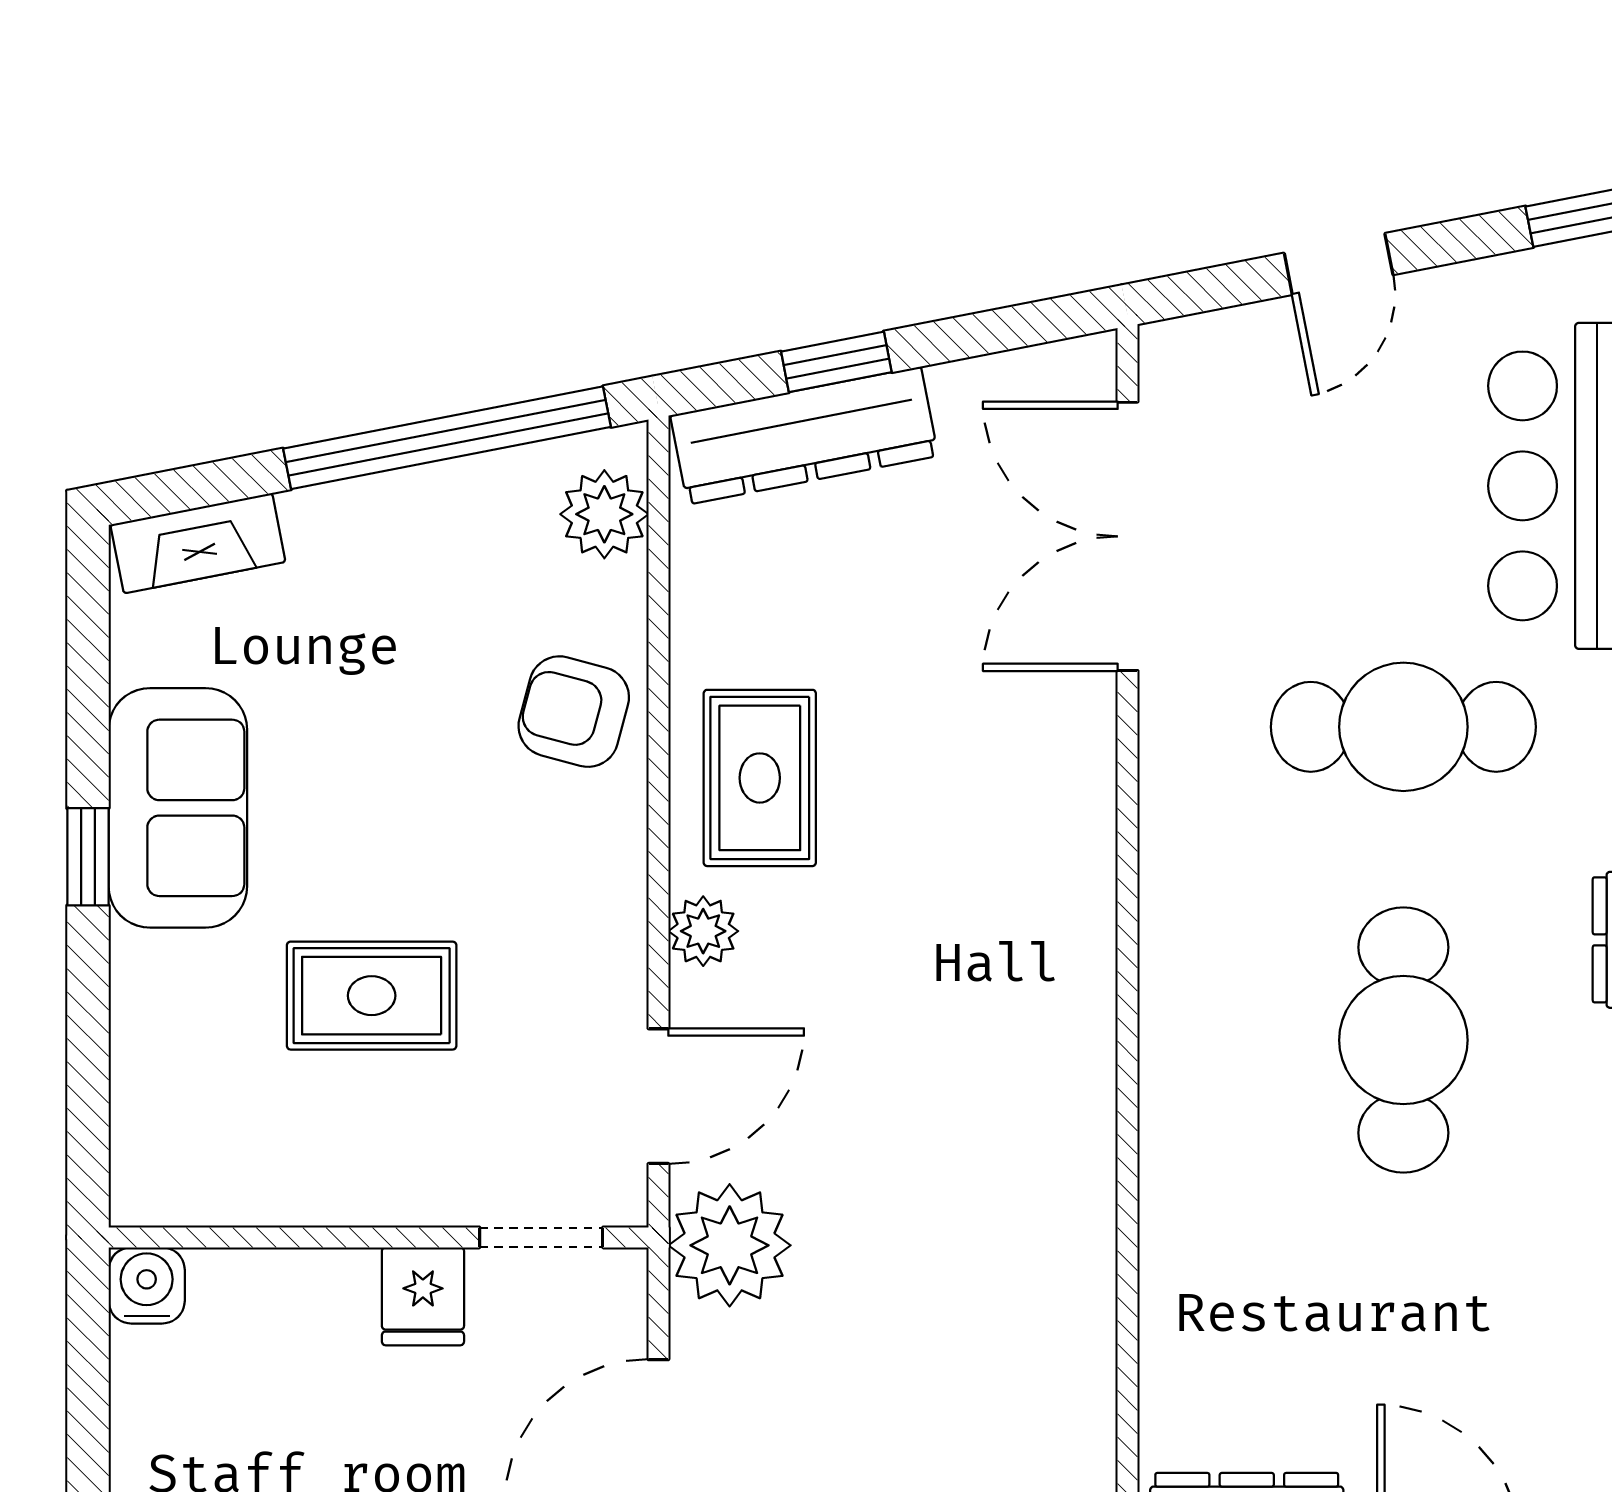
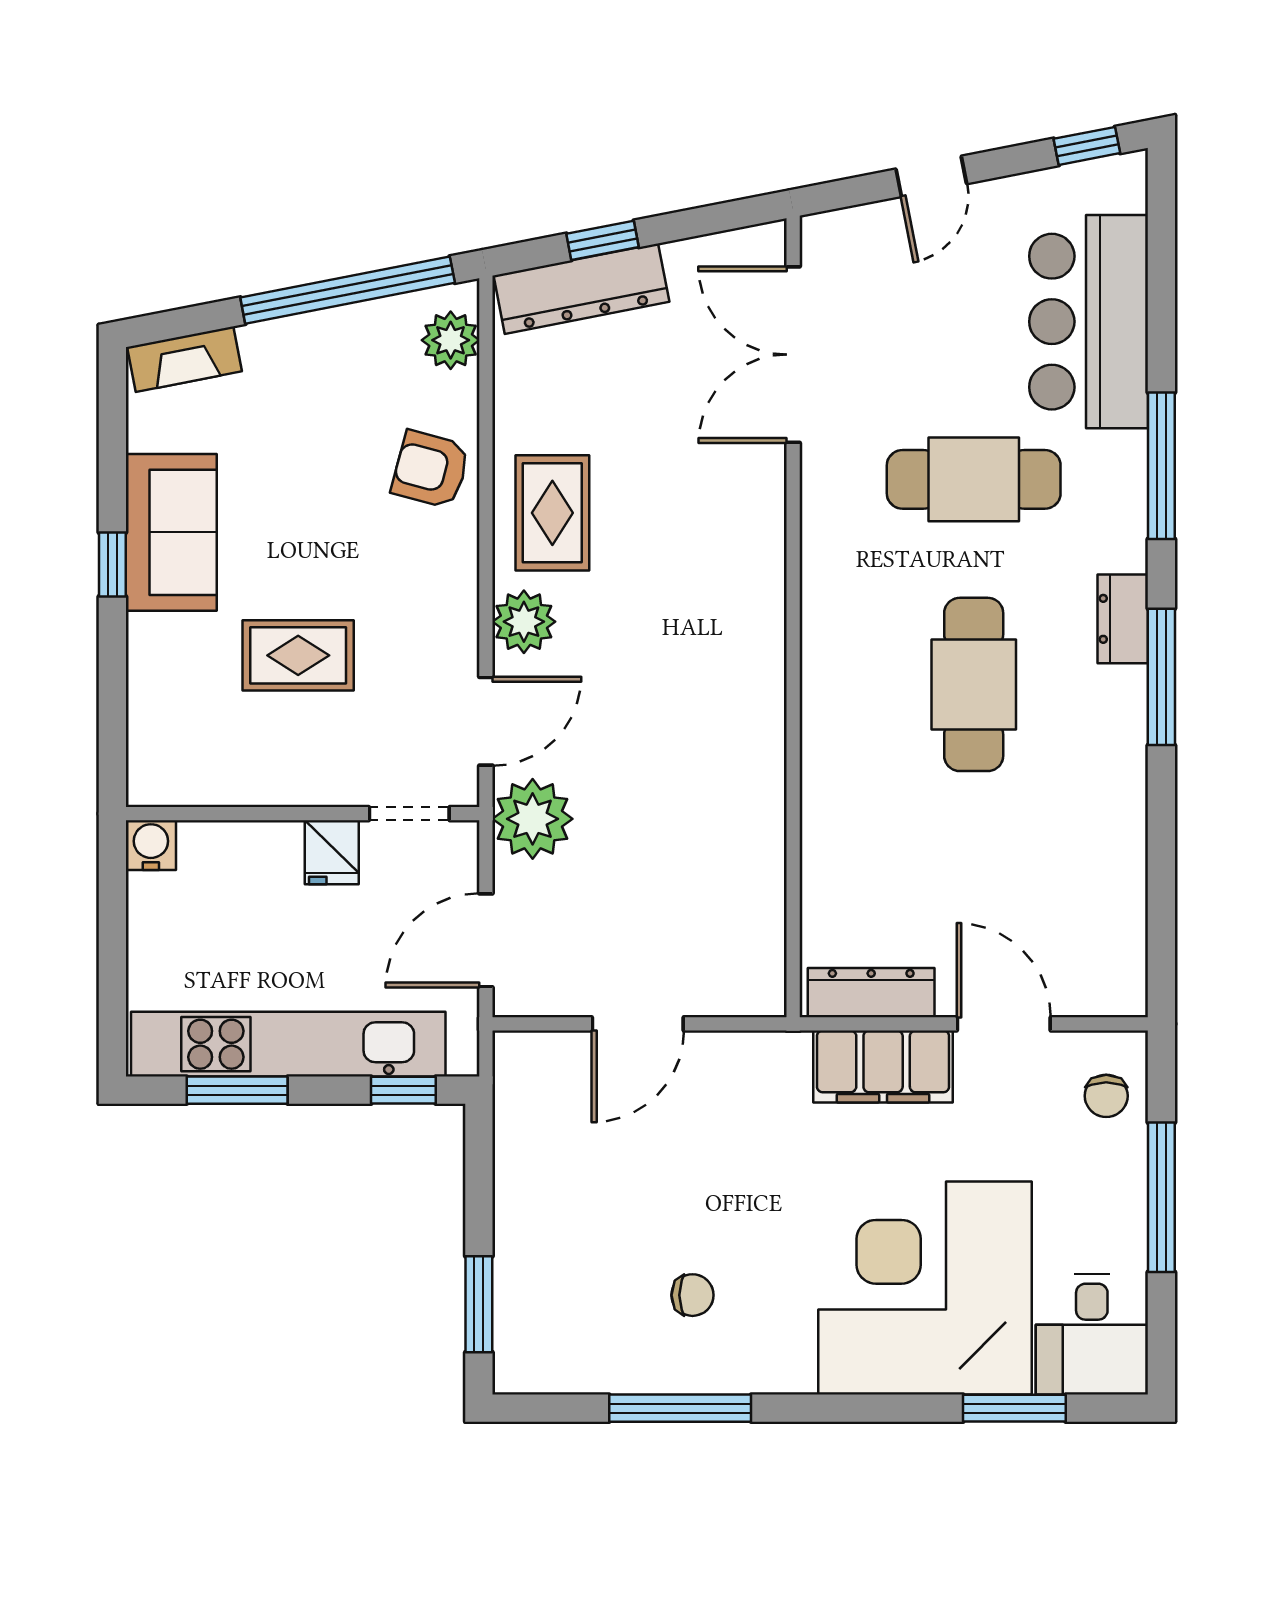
plant: (703, 931) -> (524, 622), width x1.38, depth x1.38

